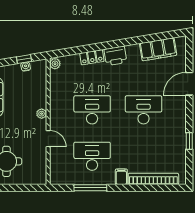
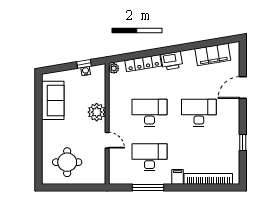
locker: (92, 57) -> (143, 63), width x1.53
plant: (42, 114) -> (97, 112), width x1.88, depth x1.88

